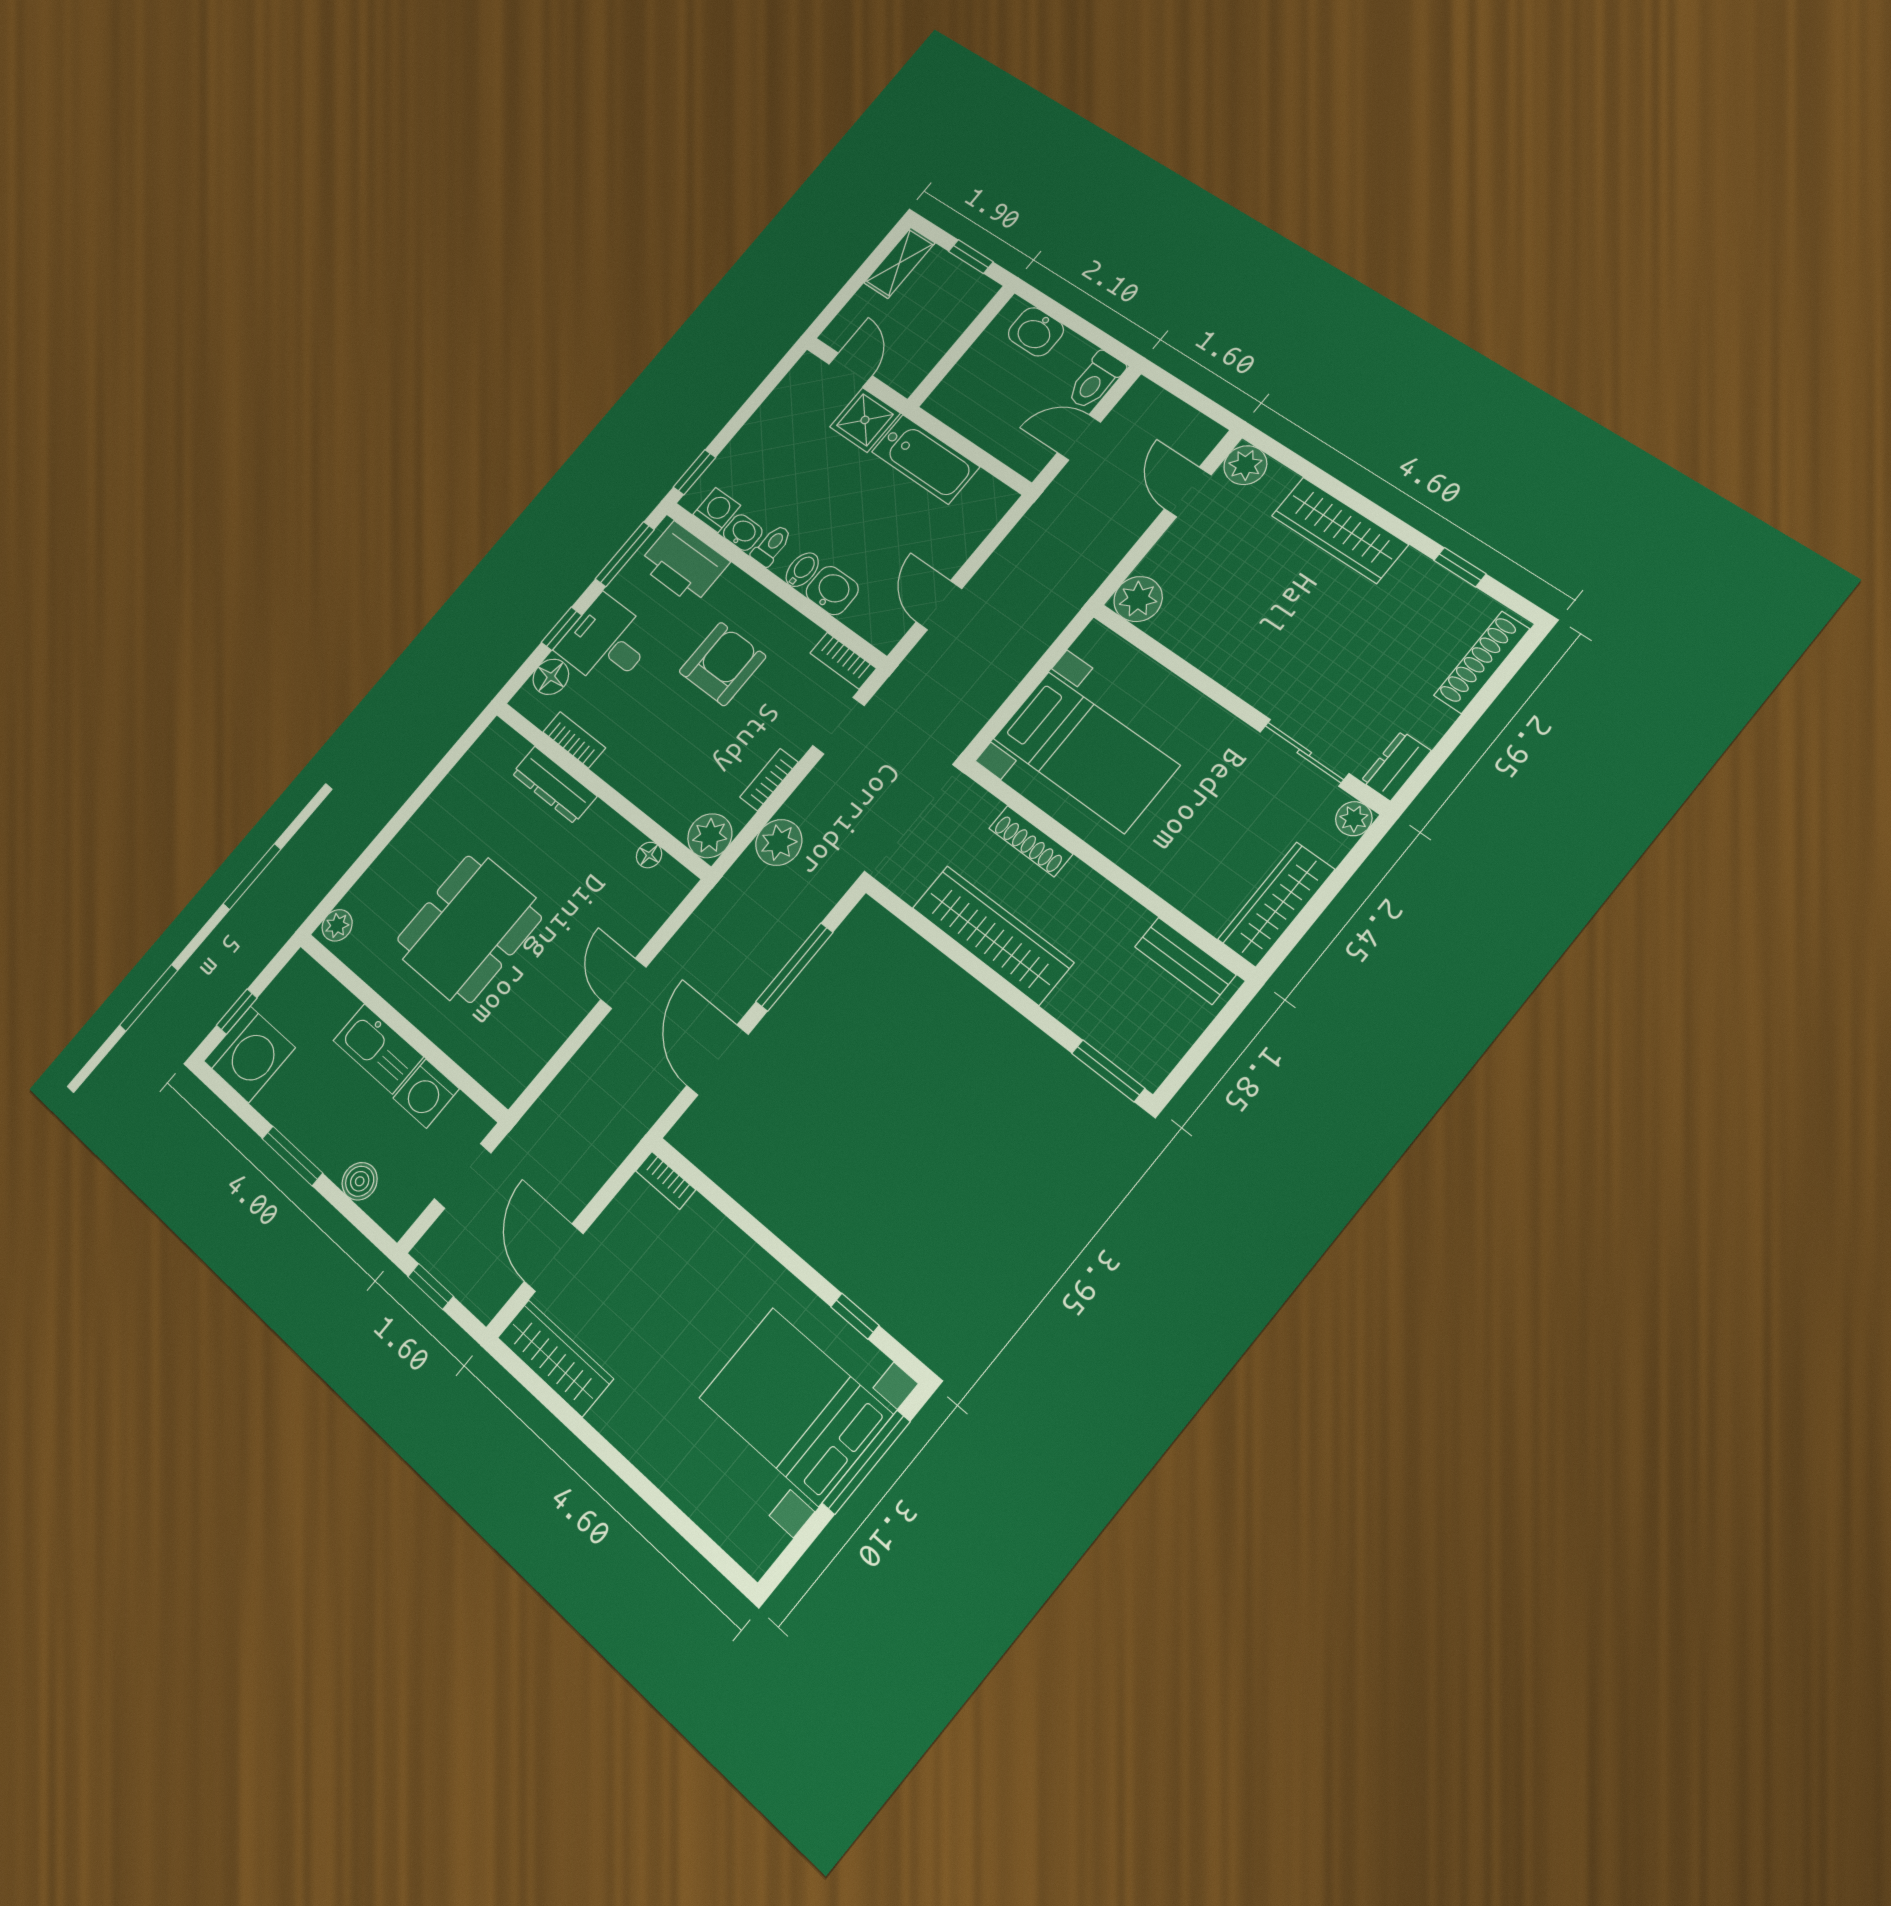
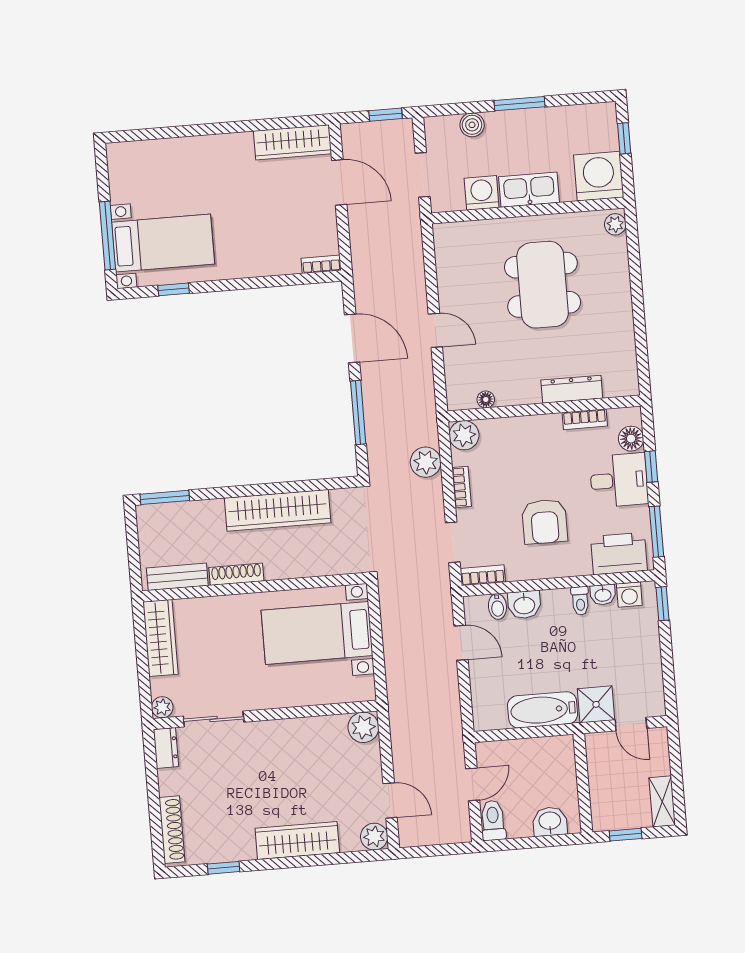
bidet: (802, 570) -> (497, 606), moved
shoe rack: (1031, 841) -> (236, 574), moved
washing machine: (249, 1054) -> (599, 176), moved, turned 90
bed with nightstands: (795, 1406) -> (163, 243), width x0.73

